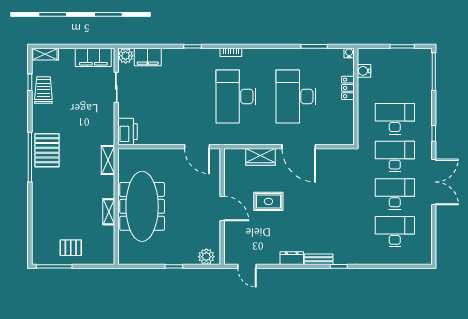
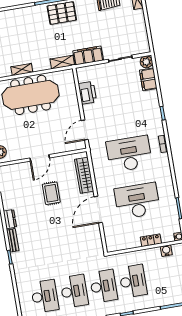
filing cabinet: (93, 57) -> (88, 55), moved, turned 90
printer: (128, 132) -> (87, 93), moved, turned -90
wardrobe: (260, 157) -> (84, 175), width x1.50

